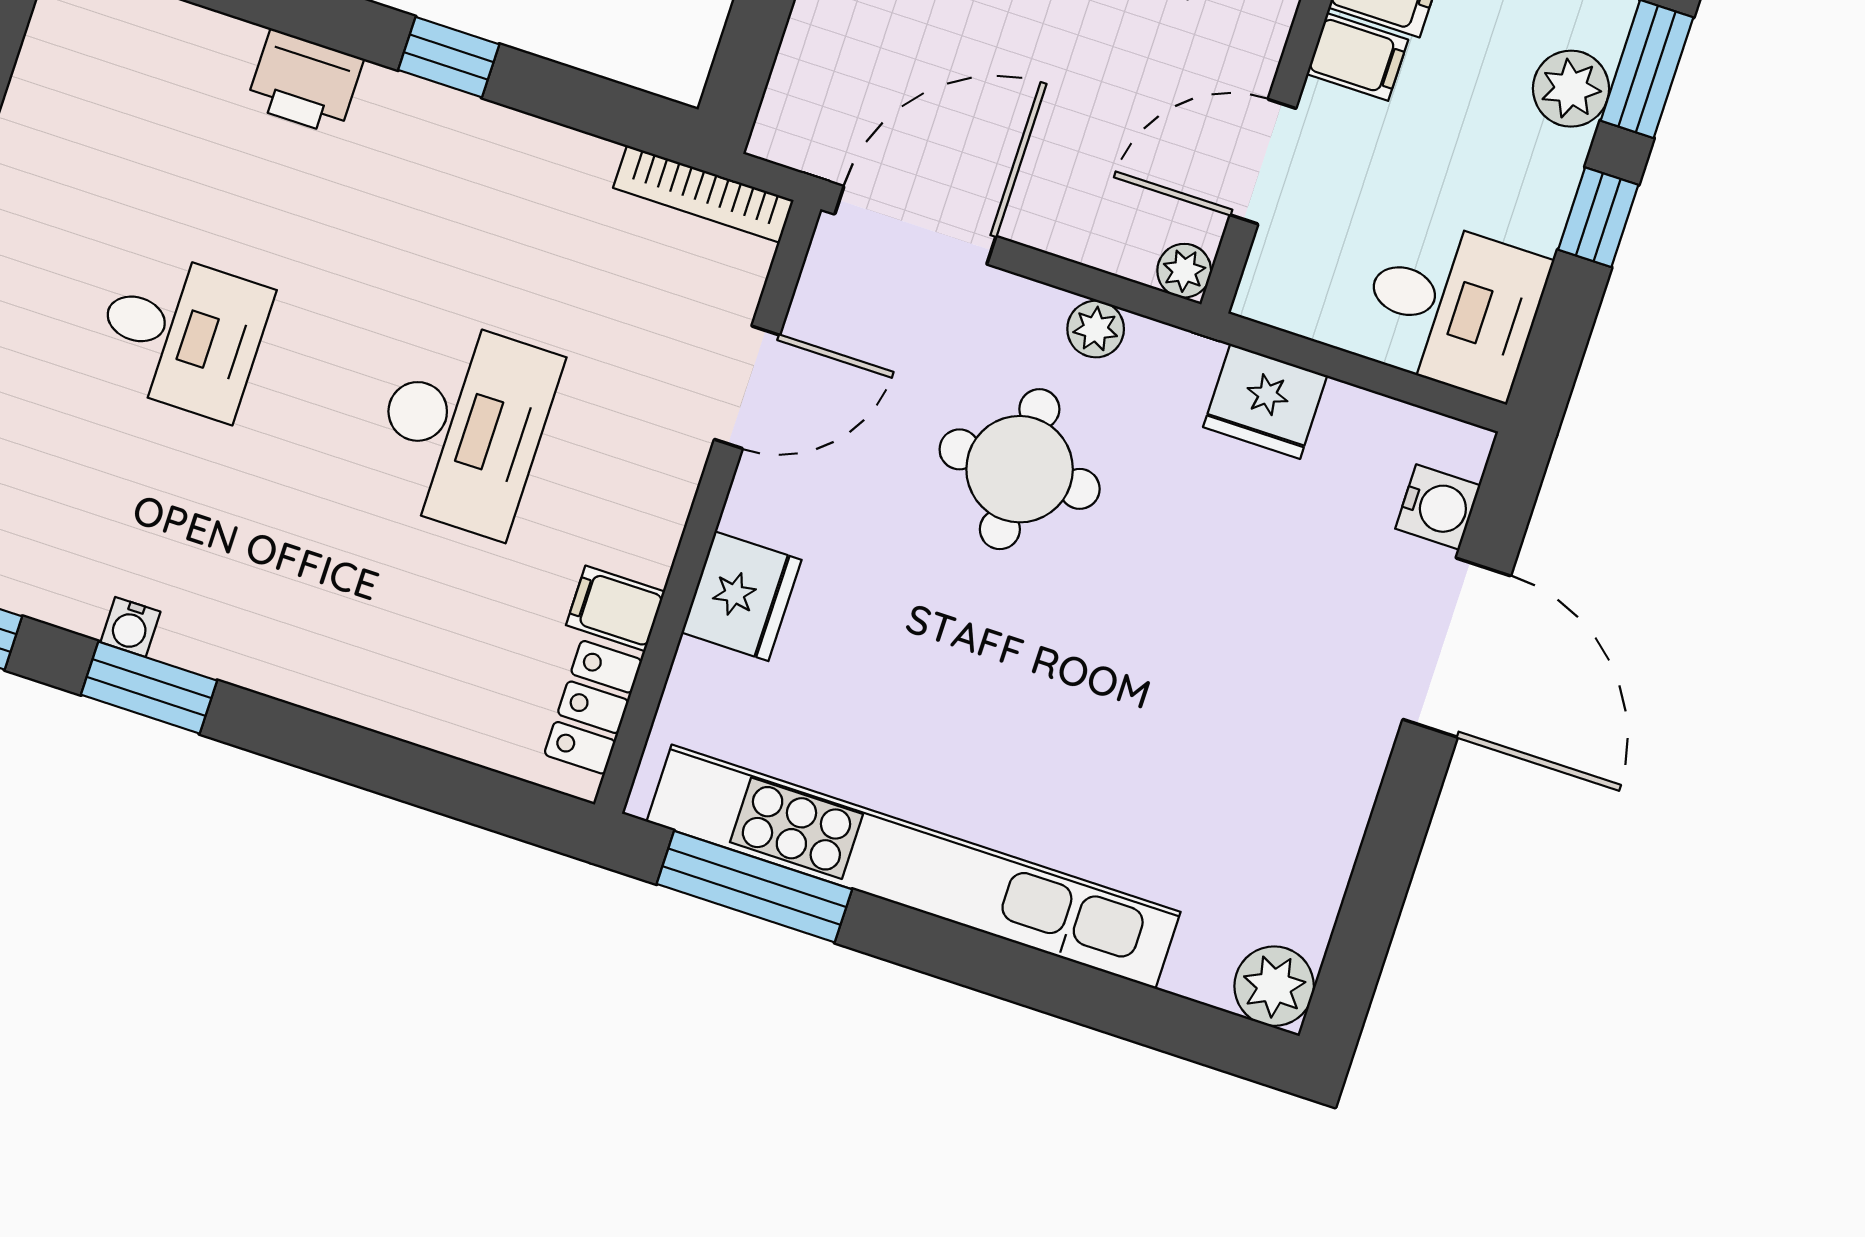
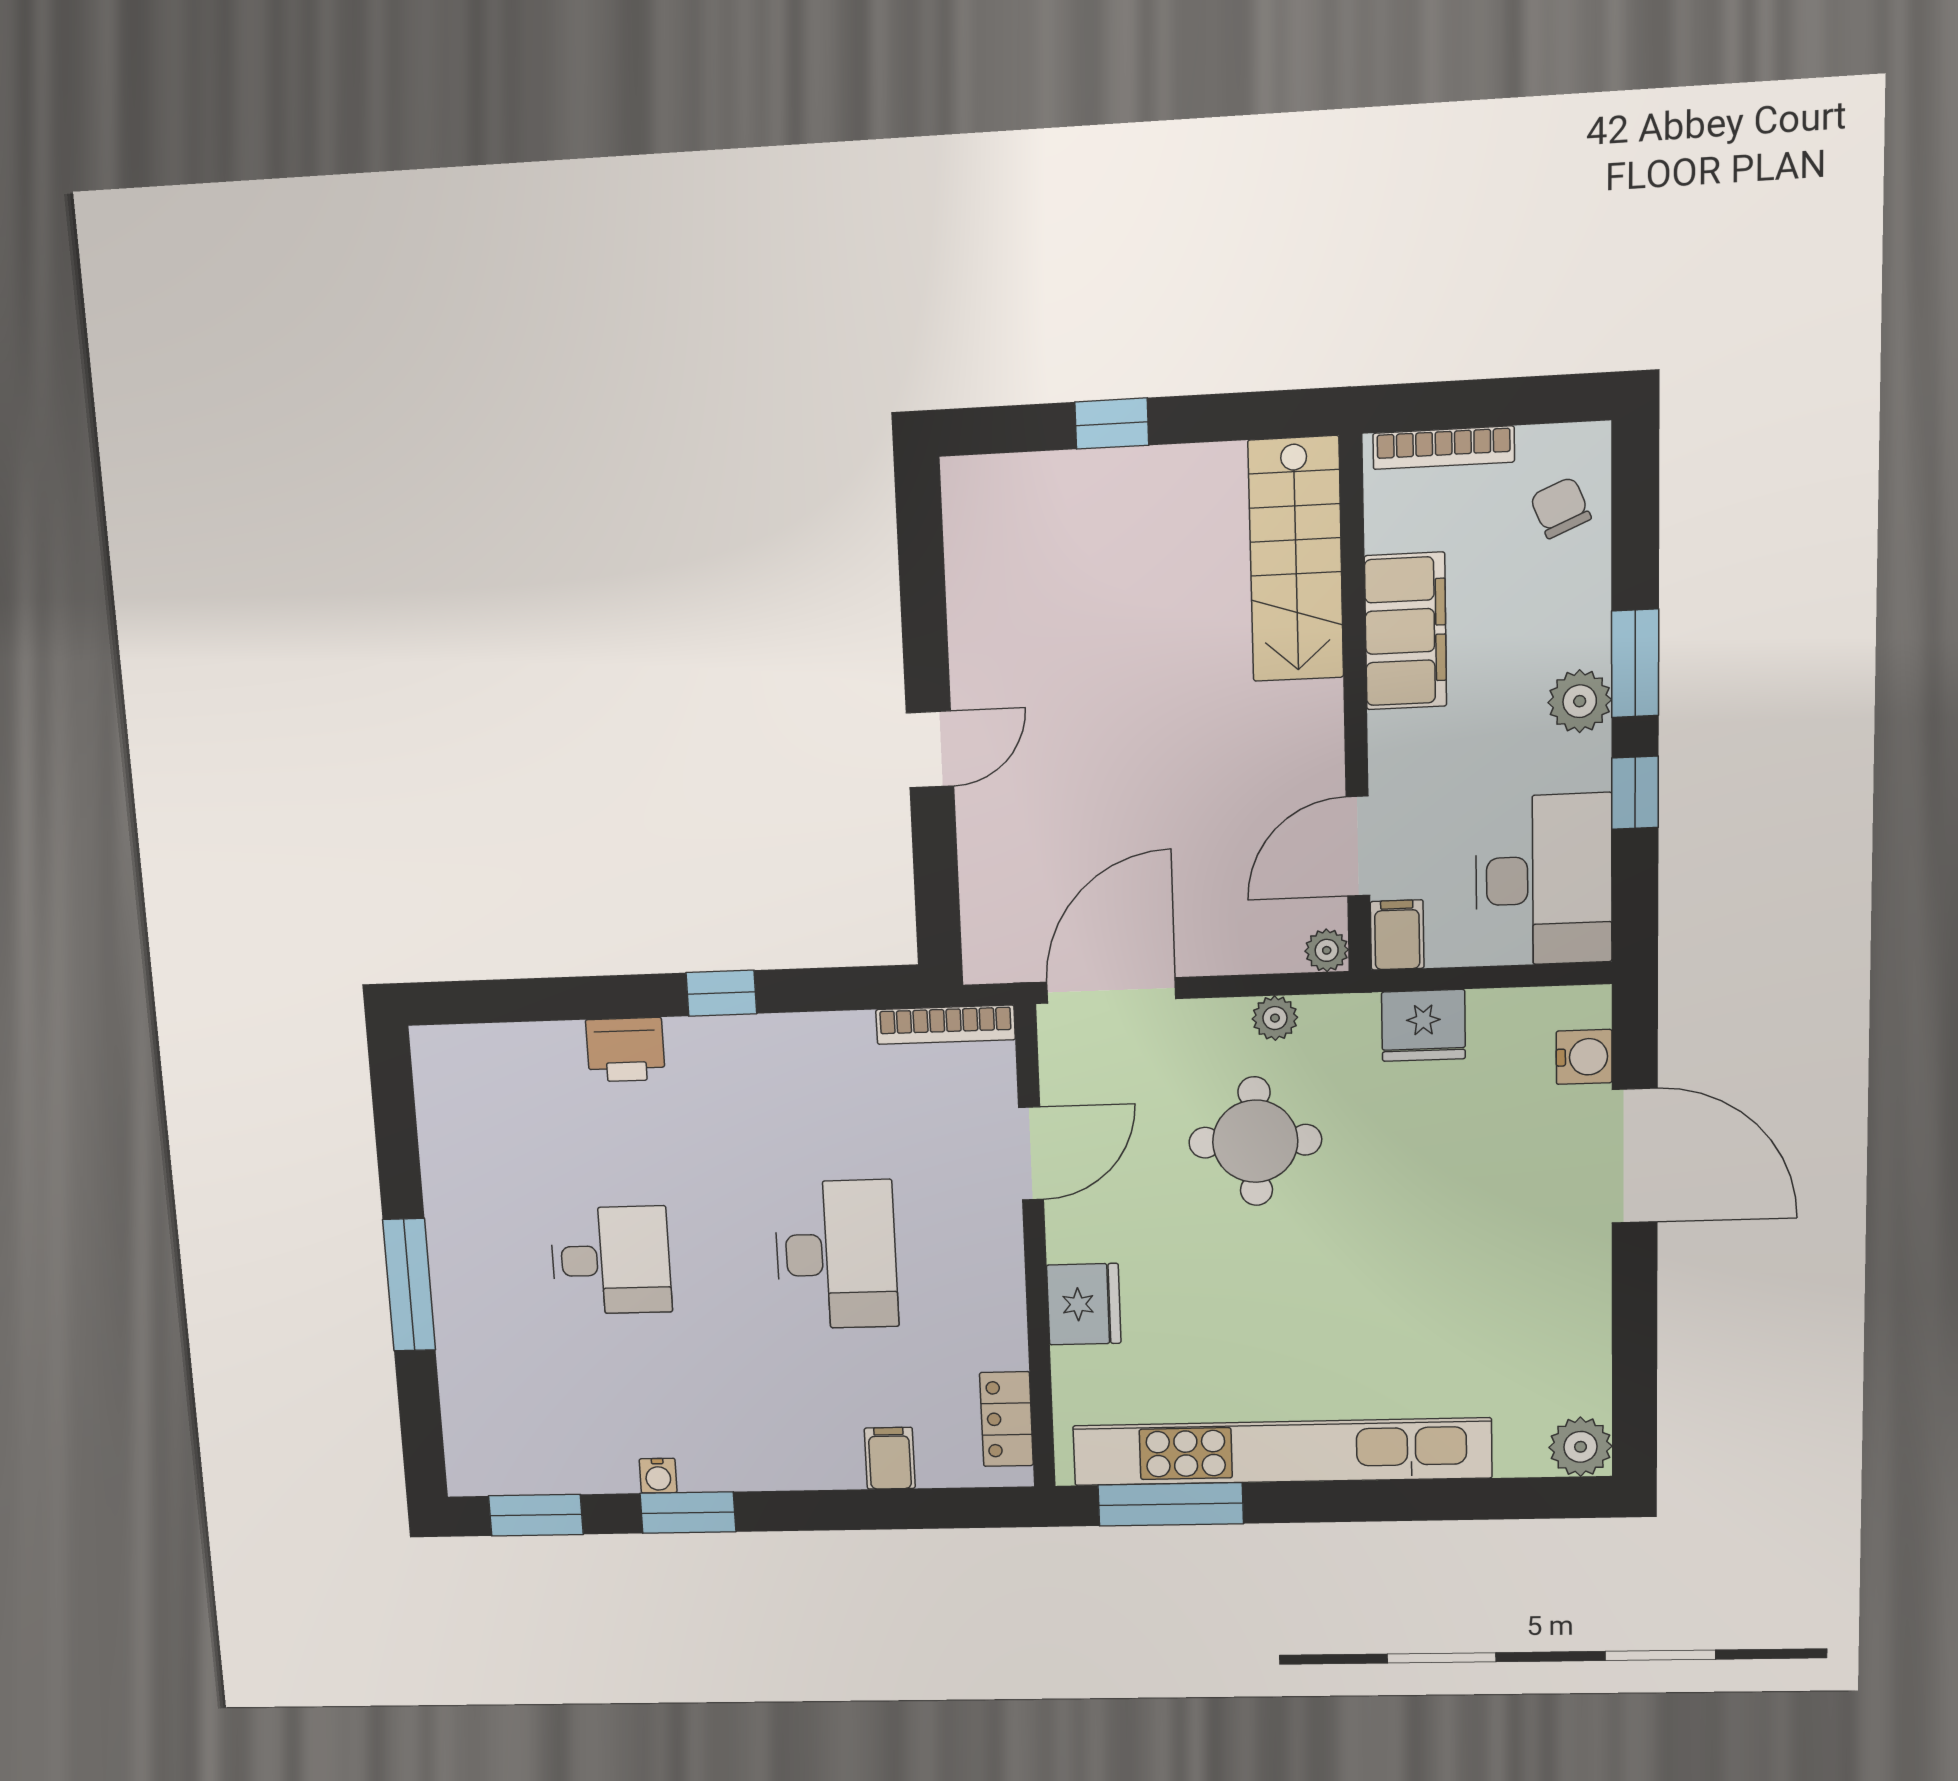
filing cabinet: (1357, 57) -> (1397, 935), moved, turned -90
desk: (1453, 307) -> (1544, 880), width x1.37
filing cabinet: (615, 608) -> (890, 1458), moved, turned 90

